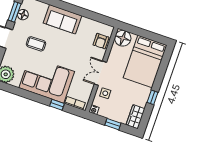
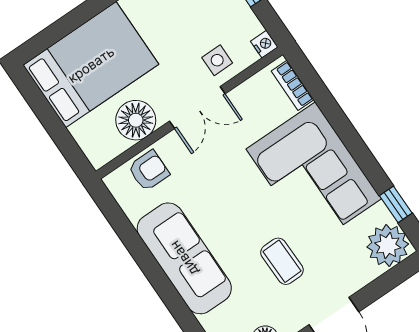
sofa: (63, 19) -> (184, 258), width x1.36
floor lamp: (123, 38) -> (136, 120), moved
window: (57, 105) -> (396, 204), moved

